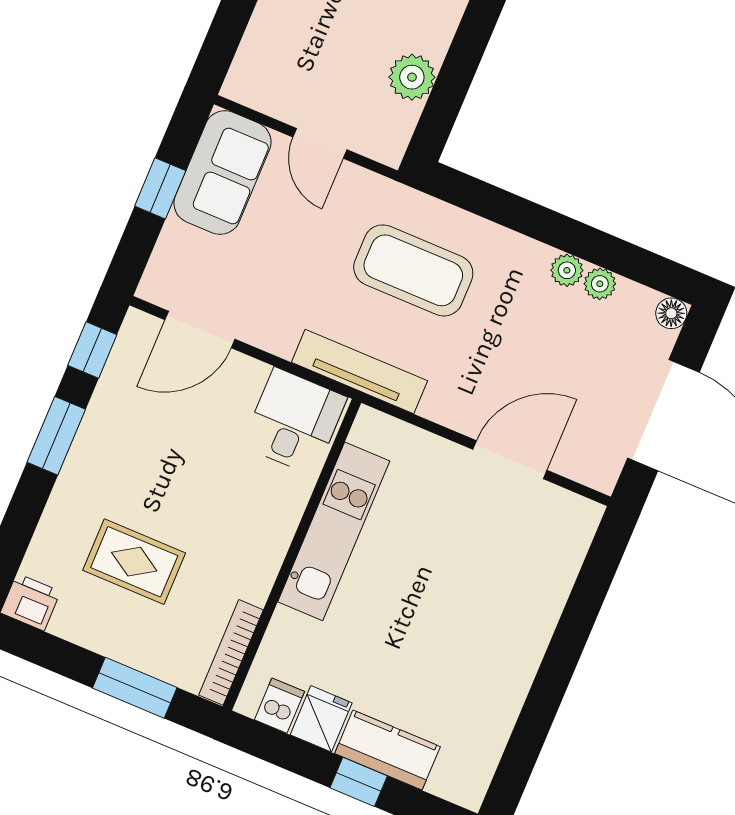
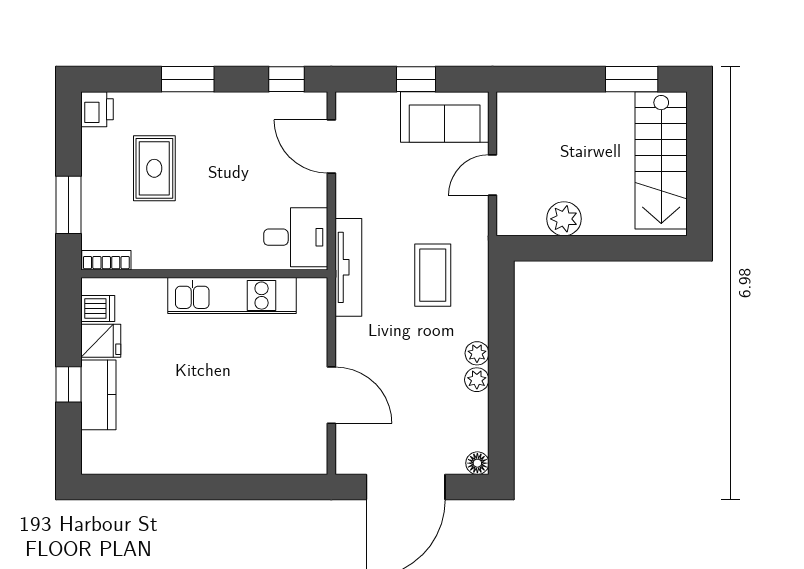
coffee table: (413, 270) -> (433, 275), width x0.73, depth x0.76
plant: (600, 284) -> (477, 353), moved
window: (56, 436) -> (188, 79), moved
bookcase: (231, 652) -> (106, 260), width x0.64

